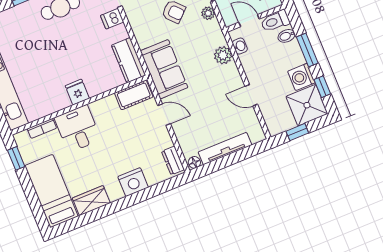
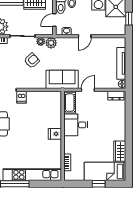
plant: (223, 55) -> (51, 43), moved
kitchen counter: (129, 60) -> (49, 97), removed
door: (251, 95) -> (85, 36), moved
desk: (78, 129) -> (76, 125), moved
window: (16, 158) -> (99, 184), moved
nightstand: (133, 182) -> (119, 123), removed

